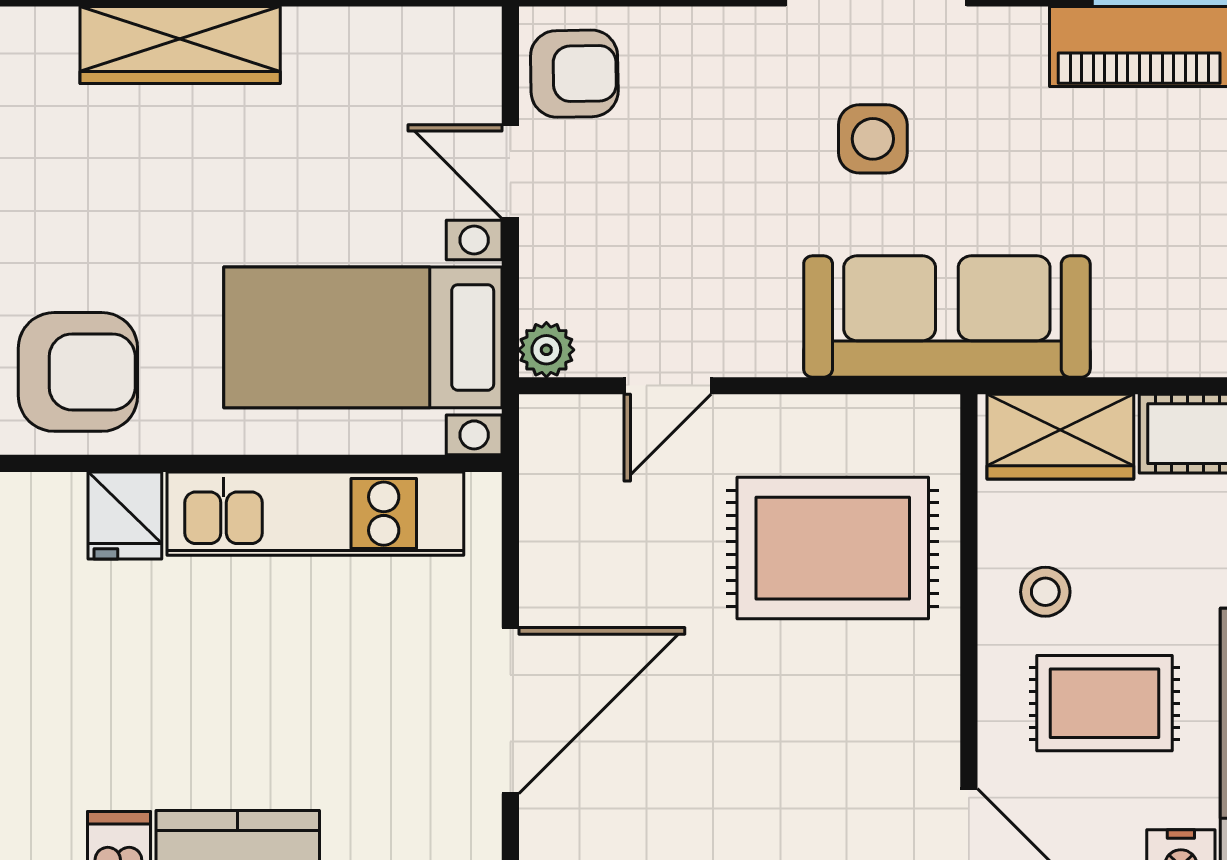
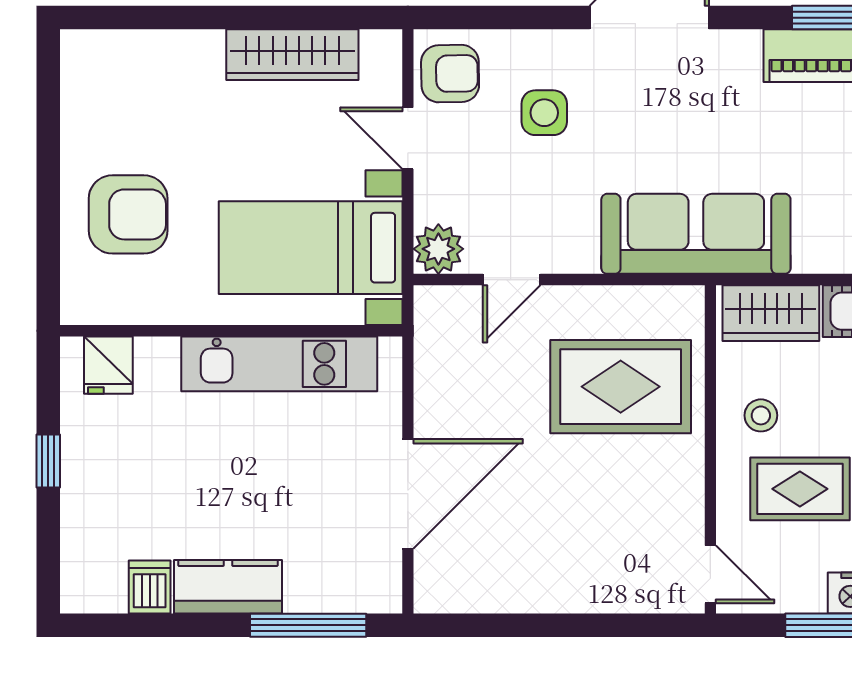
wardrobe: (180, 45) -> (292, 55), moved
side table: (873, 139) -> (544, 113), moved
plant: (546, 350) -> (438, 249), width x1.38, depth x1.38
armchair: (78, 372) -> (128, 214), moved
fridge: (125, 516) -> (108, 365), moved

